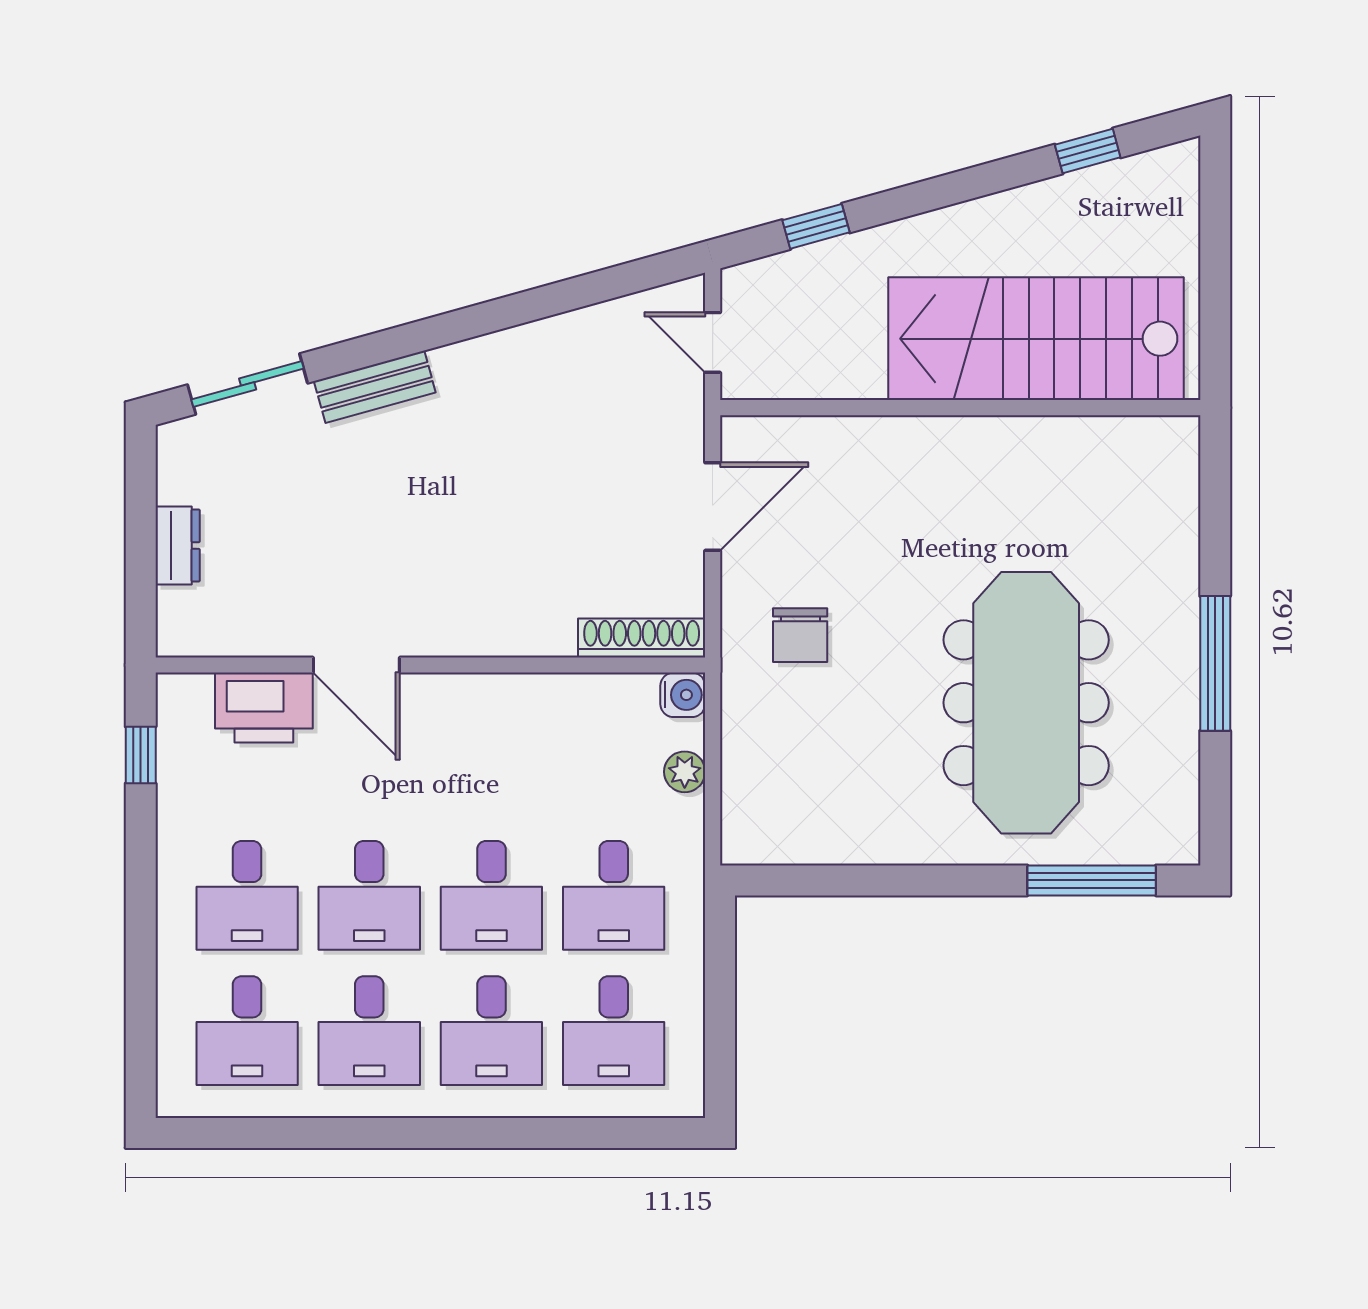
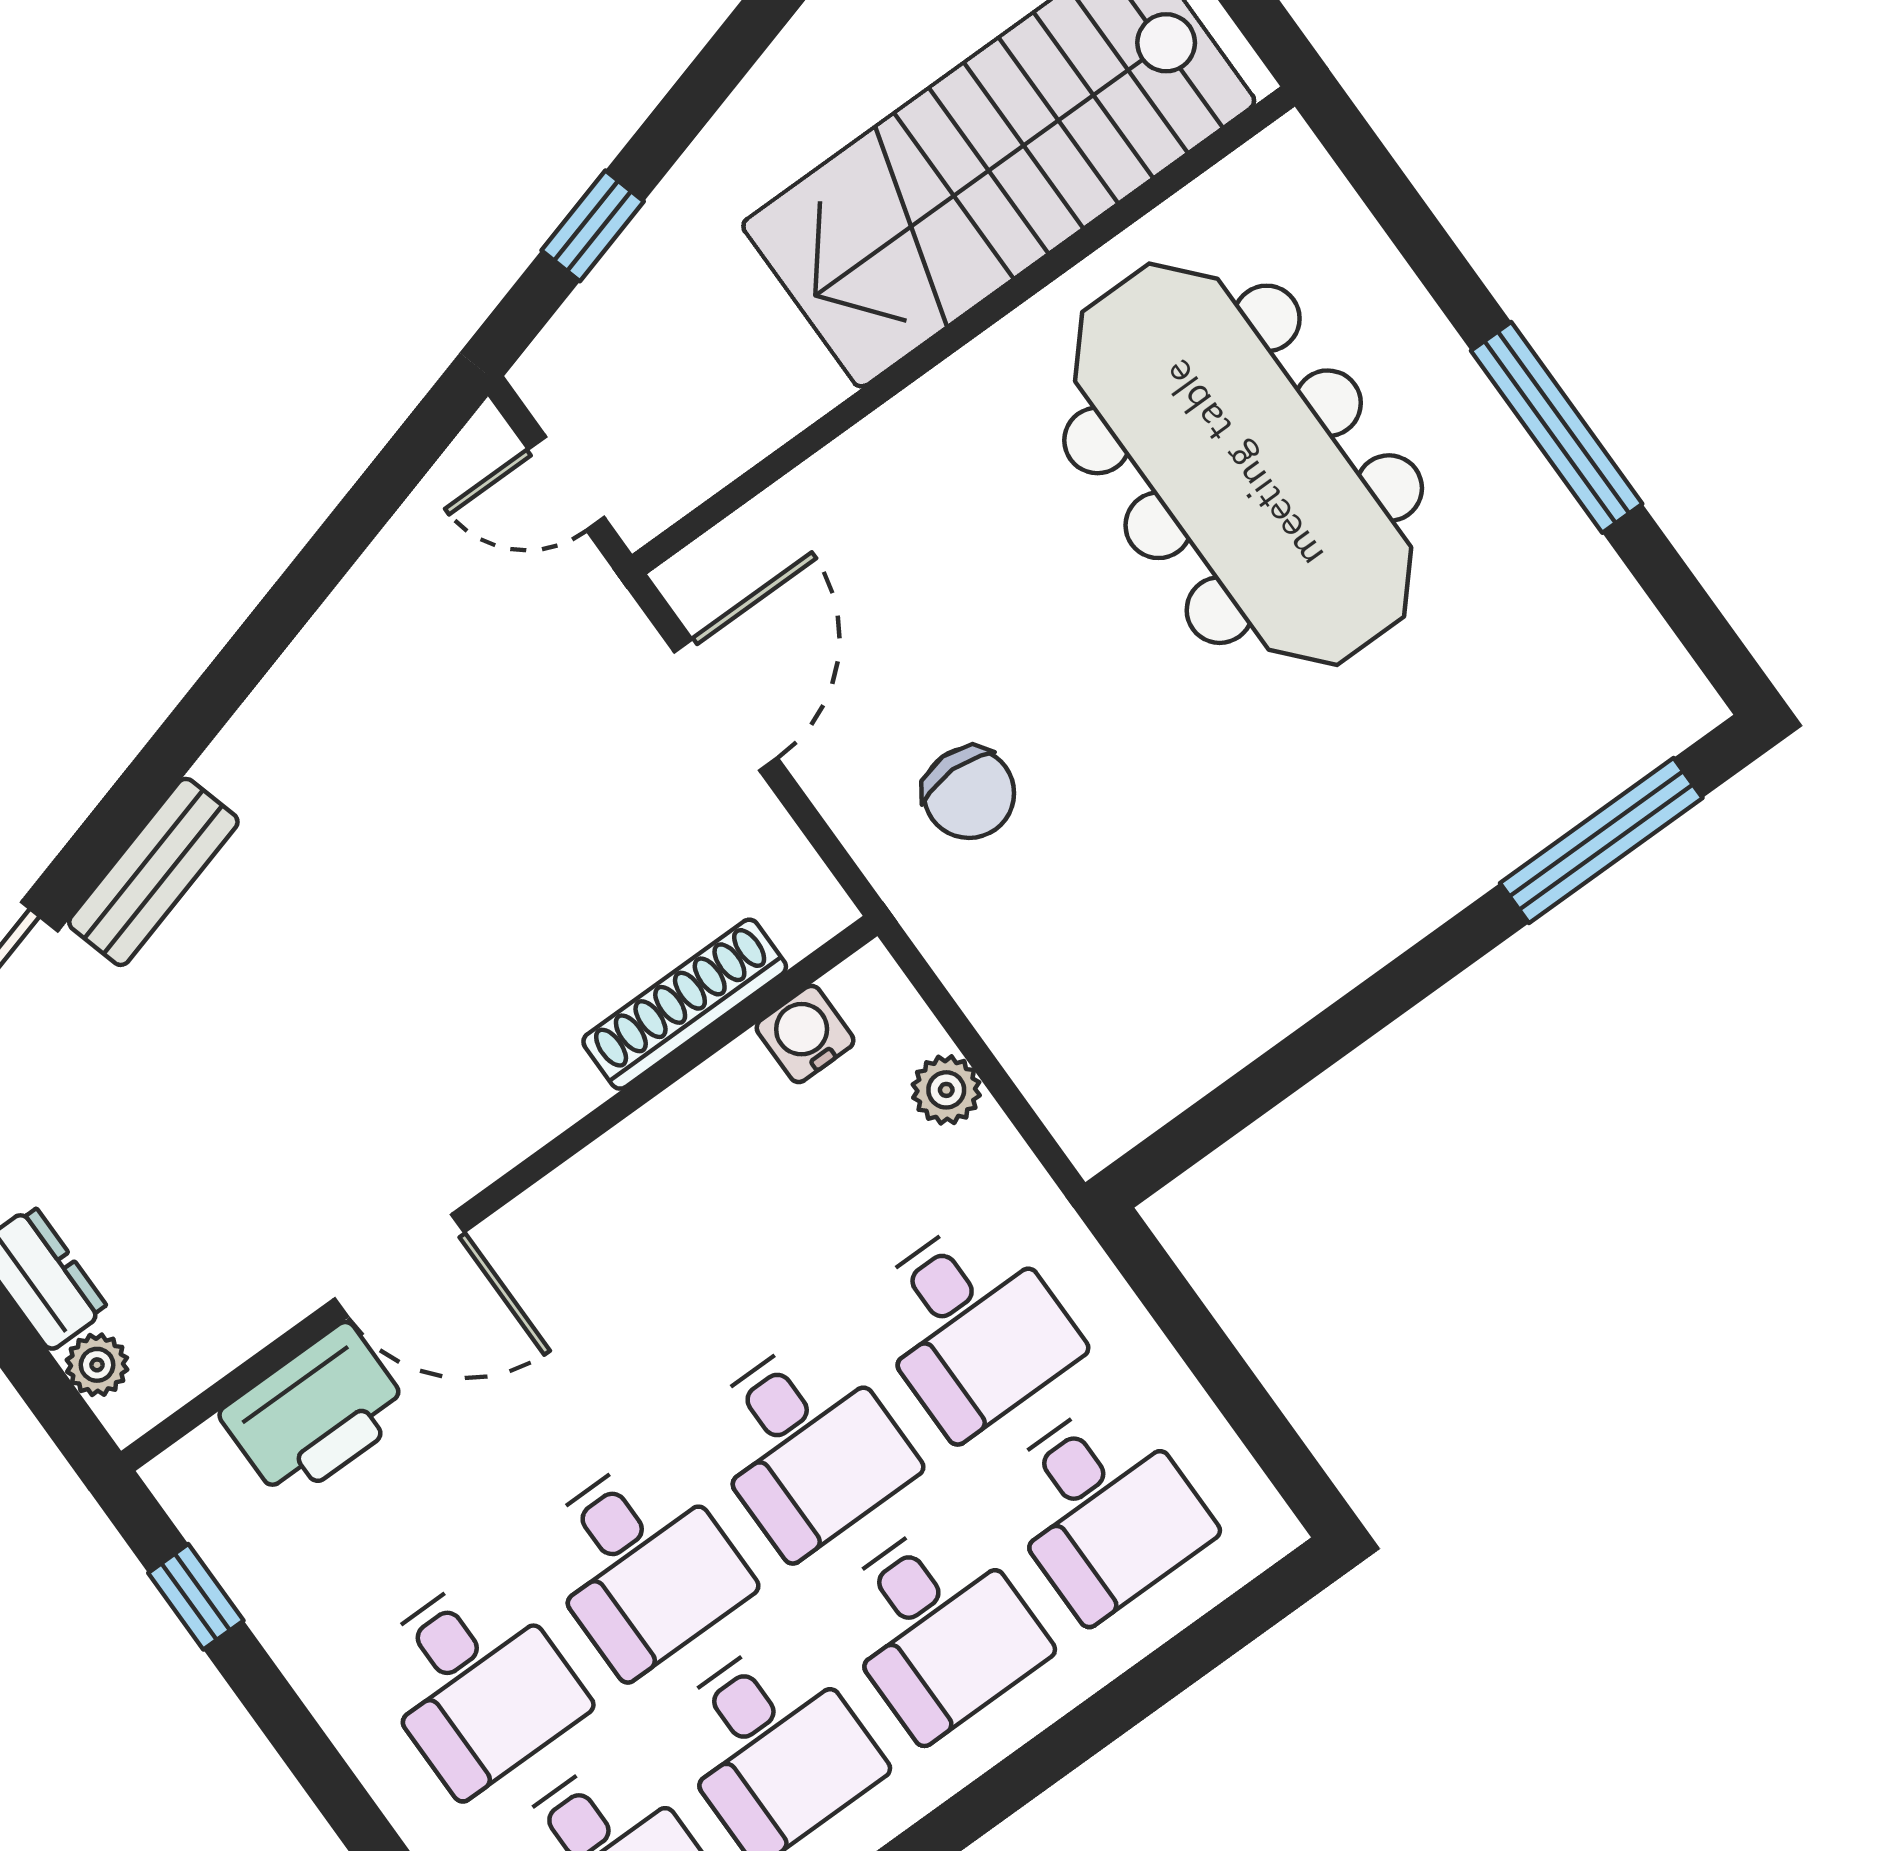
plant: (174, 607) -> (97, 1365), added
shoe rack: (642, 638) -> (685, 1004), moved
water cooler: (683, 695) -> (805, 1034), moved, turned -90
meeting table: (1026, 703) -> (1243, 464), moved

